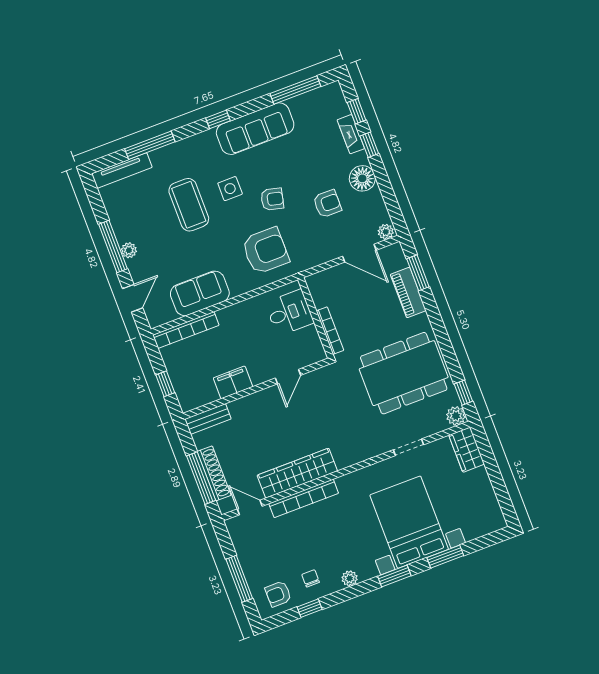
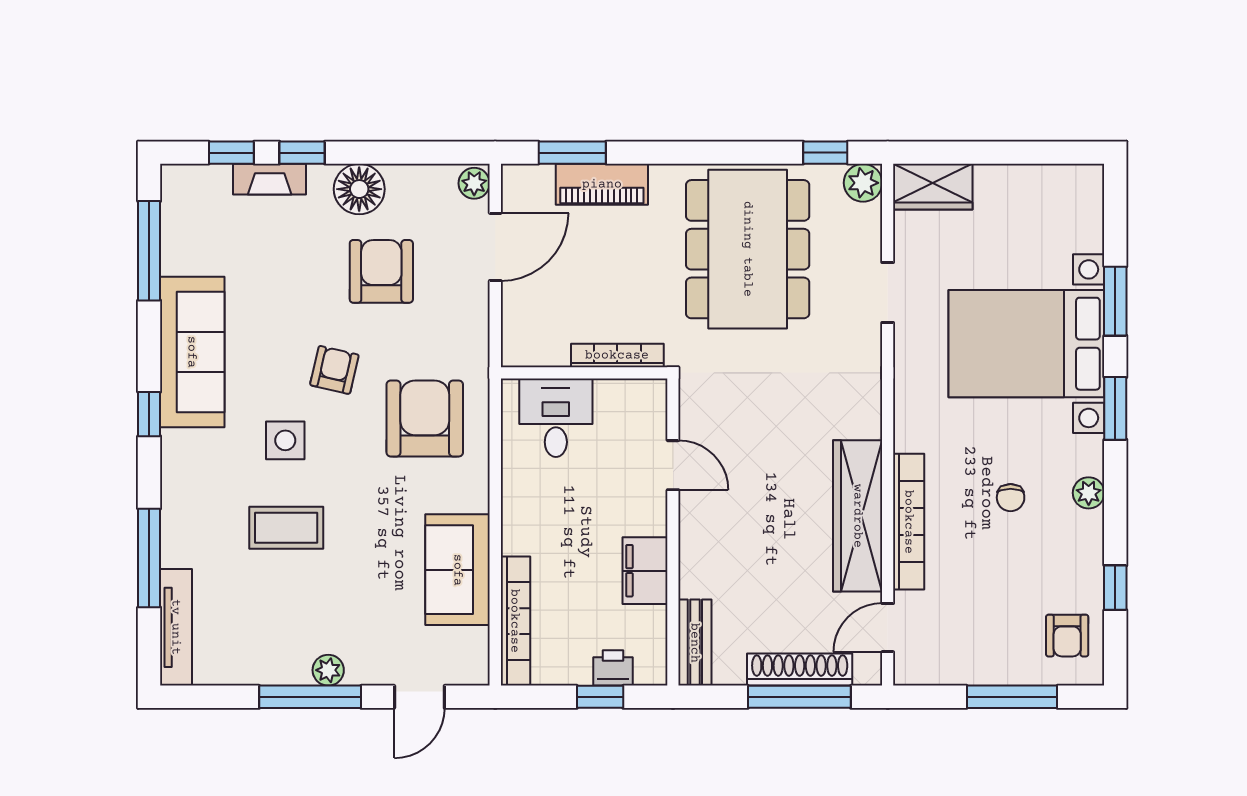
armchair: (327, 204) -> (381, 271), width x1.38, depth x1.38
coffee table: (189, 205) -> (286, 528), width x0.73, depth x0.76
door: (133, 298) -> (419, 697), swing flipped
printer: (181, 385) -> (613, 668), added
chair: (311, 578) -> (1011, 498), moved, turned -90

